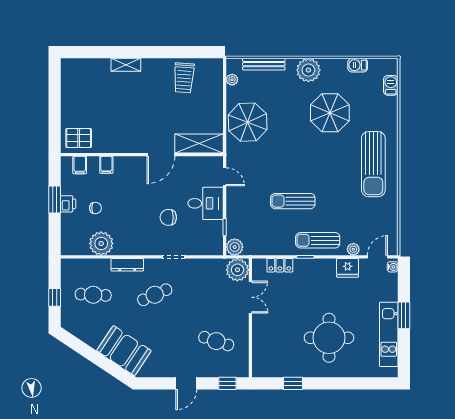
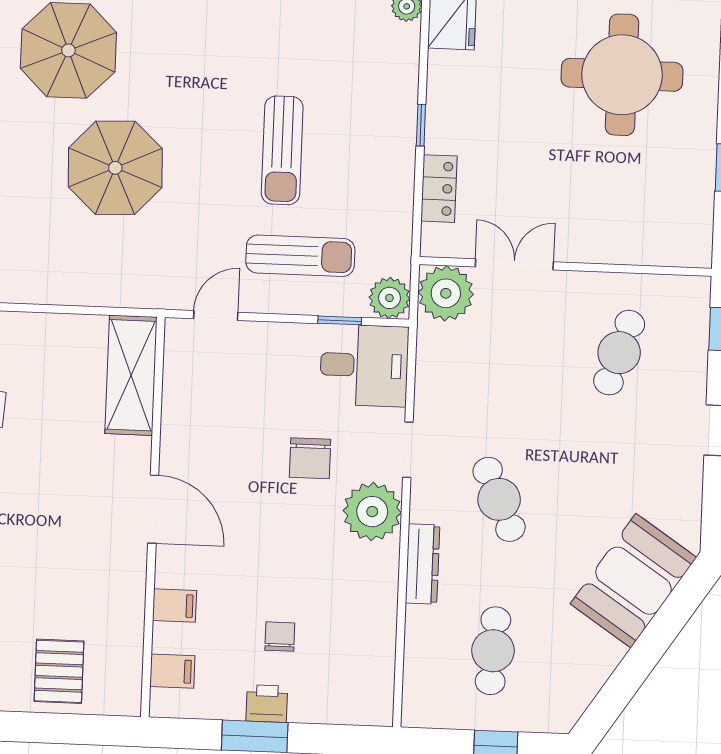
parasol: (248, 122) -> (115, 168), moved
pallet: (79, 138) -> (59, 671), moved
door: (161, 155) -> (153, 509), moved
desk: (206, 203) -> (364, 365), moved, turned 90
sun lounger: (318, 240) -> (300, 256), moved, turned -90
plant: (101, 243) -> (372, 512), moved

